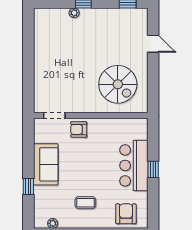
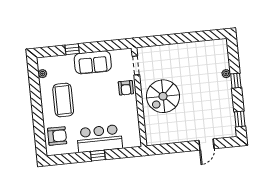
spiral stairs: (118, 84) -> (163, 96), moved
armchair: (79, 129) -> (126, 88), turned 180
coffee table: (85, 203) -> (63, 100), width x1.86, depth x1.72

